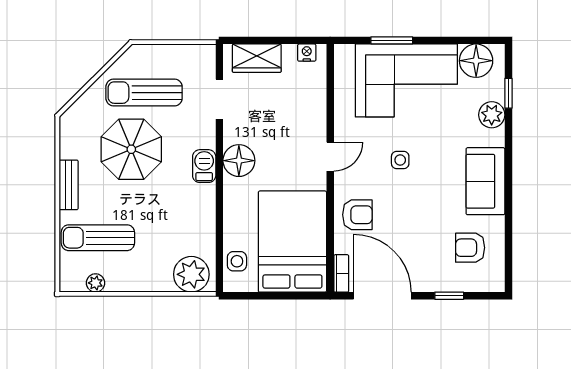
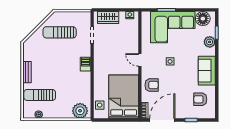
parasol: (131, 149) -> (54, 57), removed
door: (330, 157) -> (140, 60), swing flipped
floor lamp: (239, 161) -> (101, 62), removed
door: (382, 296) -> (162, 120), hinge flipped

